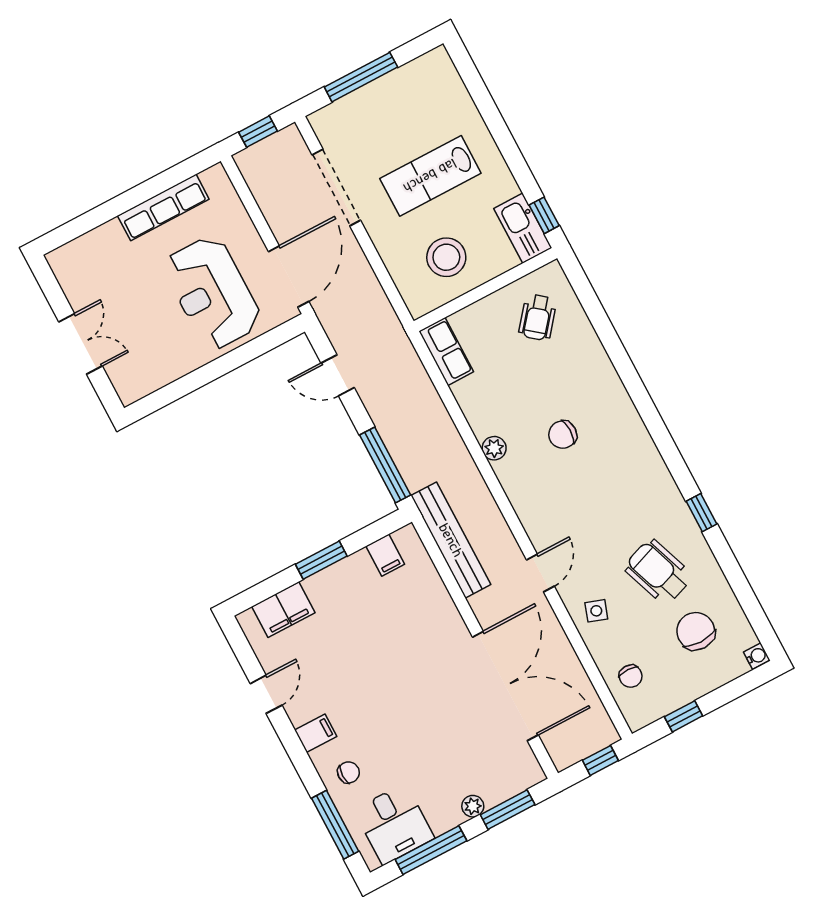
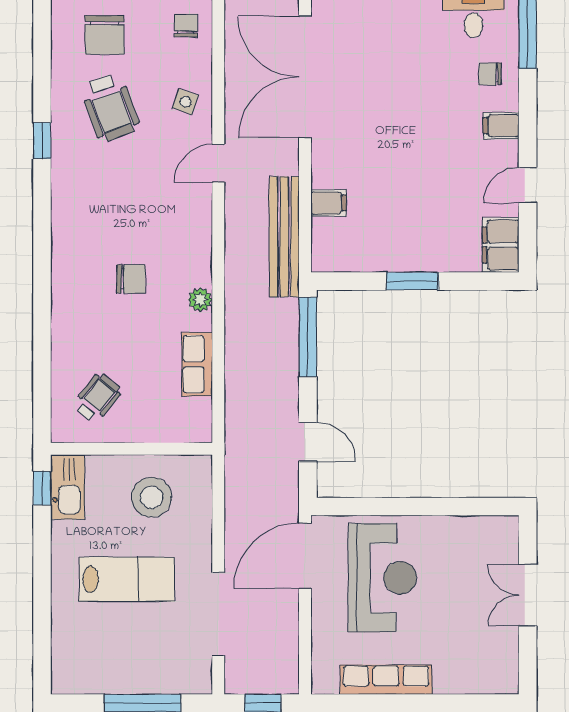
row of seats: (446, 352) -> (197, 364), moved
filing cabinet: (385, 555) -> (329, 203), moved, turned 90
filing cabinet: (283, 610) -> (501, 245), moved, turned -90

